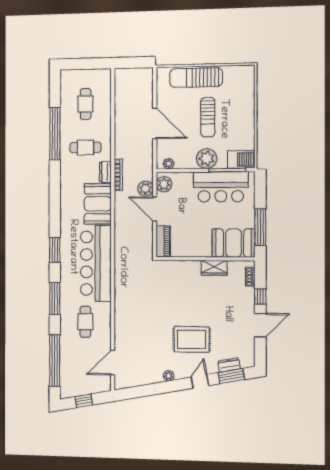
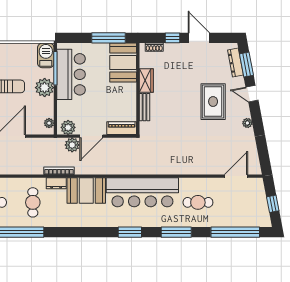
bench: (186, 266) -> (145, 107), added
door: (113, 363) -> (236, 176), swing flipped
dresser: (229, 365) -> (235, 62), width x1.44

